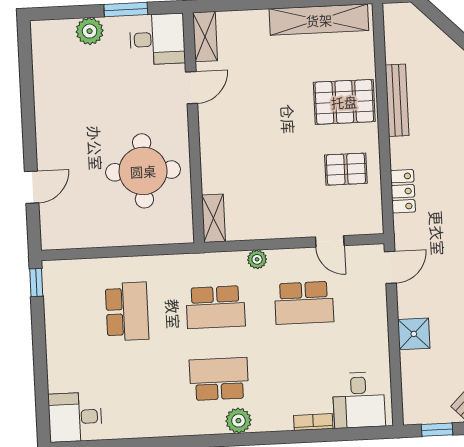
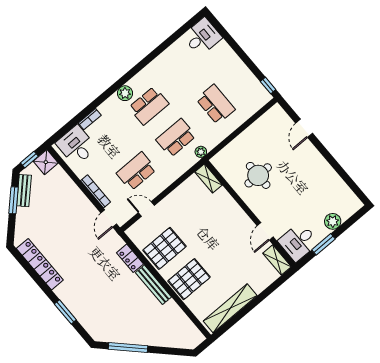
bench: (397, 100) -> (154, 285), moved
pallet: (346, 169) -> (164, 248), width x1.50, depth x1.42
round table: (143, 171) -> (258, 175), width x0.73, depth x0.73
plant: (257, 259) -> (201, 152), moved
school desk: (127, 311) -> (216, 104), turned 180
bookcase: (380, 318) -> (96, 191), added
shower: (414, 334) -> (46, 162), moved

